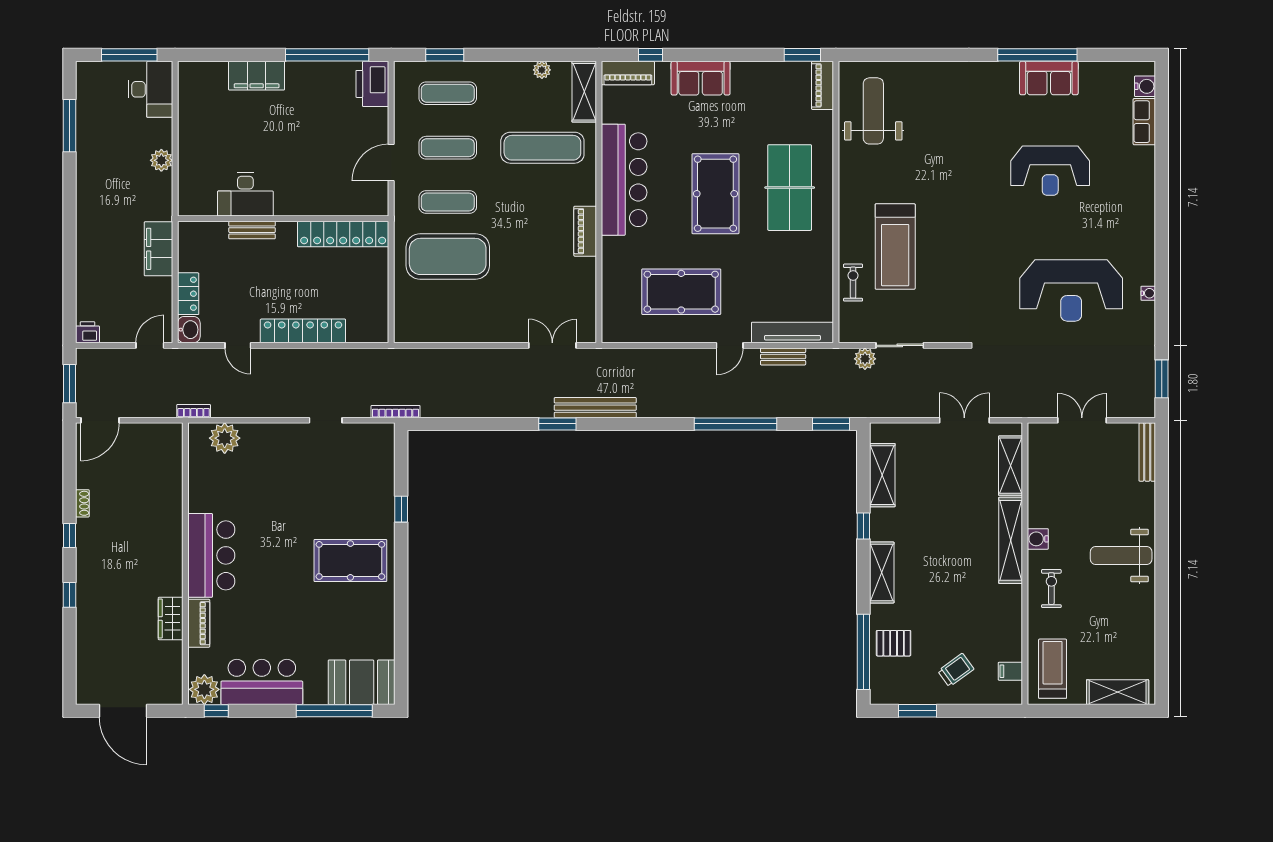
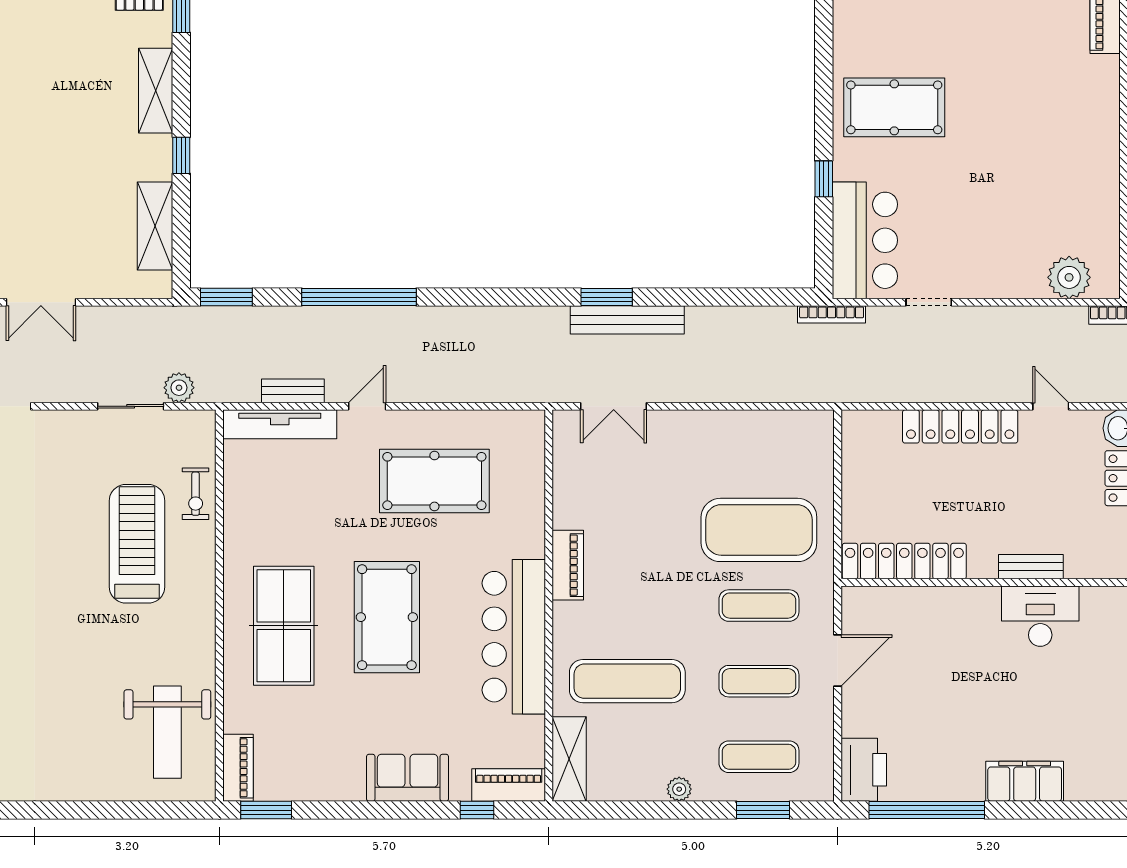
plant: (542, 70) -> (679, 789), moved
bench: (595, 408) -> (627, 320), moved
bar counter: (211, 555) -> (865, 240), moved, turned 180

